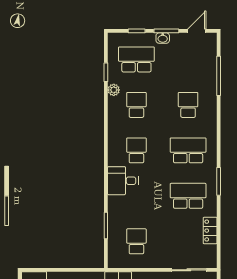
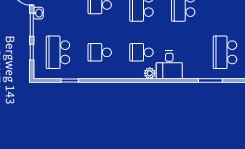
washbasin: (163, 38) -> (38, 13), moved
plant: (114, 90) -> (150, 73), moved
school desk: (136, 241) -> (225, 52), width x1.85

